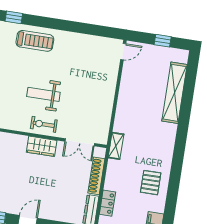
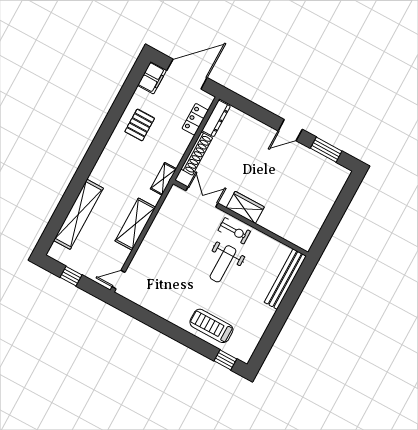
weight bench: (43, 94) -> (223, 264), turned 90
shelving: (126, 101) -> (135, 224), added

